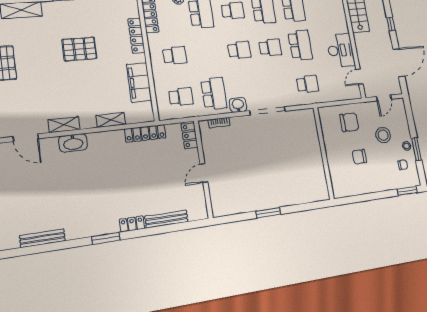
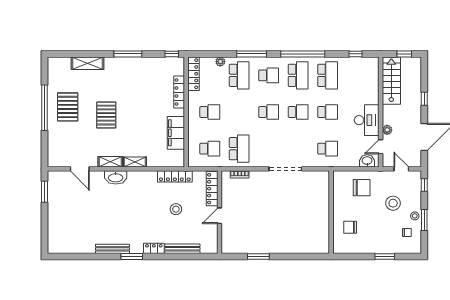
school desk: (300, 45) -> (328, 112), width x0.54
pallet: (79, 49) -> (106, 115), moved, turned 90
plant: (362, 59) -> (387, 130), added
door: (384, 98) -> (401, 169), swing flipped
washbasin: (238, 105) -> (367, 161), moved
window: (409, 112) -> (424, 185), added
shelving: (111, 120) -> (135, 162), moved
locker: (189, 136) -> (212, 189), width x1.53
chair: (359, 157) -> (350, 227), moved
stool: (152, 172) -> (176, 209), added
window: (407, 191) -> (385, 256), moved
window: (268, 213) -> (258, 256), moved
bench: (43, 238) -> (112, 249), moved

